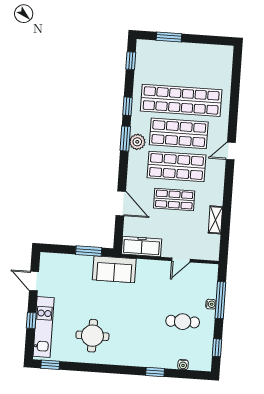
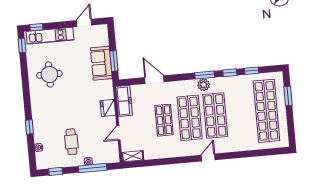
window: (131, 61) -> (252, 71), moved
shop shelf: (181, 100) -> (266, 111), moved
door: (231, 151) -> (208, 158), hinge flipped
door: (121, 203) -> (154, 80), swing flipped
shelving: (215, 220) -> (133, 156), moved
door: (181, 260) -> (118, 133), hinge flipped
fridge: (147, 268) -> (108, 108), added
sofa: (114, 269) -> (101, 63), moved
window: (31, 320) -> (36, 27), moved

